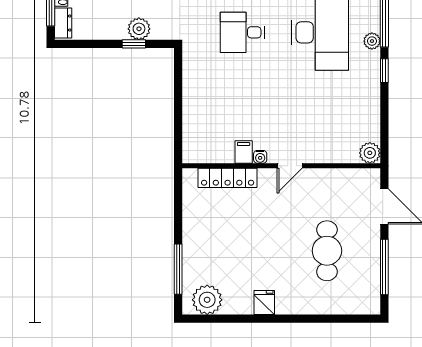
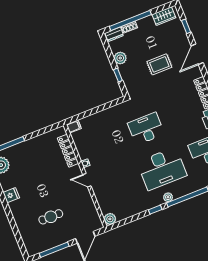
plant: (139, 29) -> (120, 58), moved
desk: (242, 32) -> (146, 129), width x1.37
filing cabinet: (244, 152) -> (74, 127), moved
cafe table: (327, 251) -> (51, 217), width x0.73, depth x0.74

